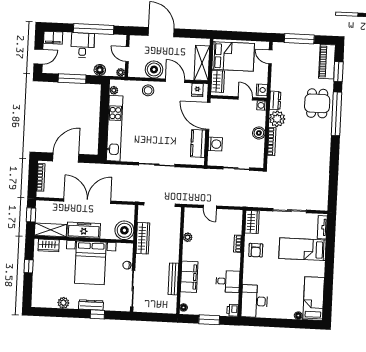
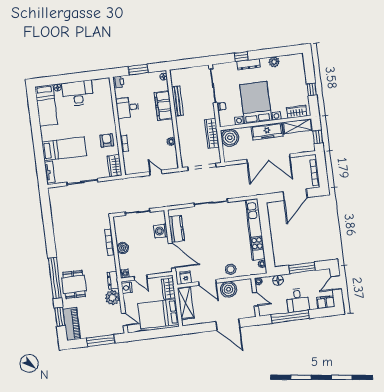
plant: (277, 119) -> (112, 297), moved
desk: (254, 301) -> (78, 93), moved, turned -90

